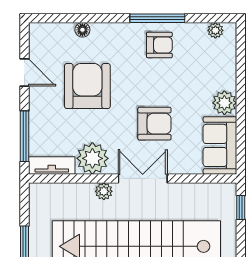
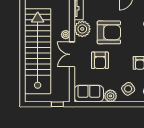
side table: (211, 68) -> (128, 89), added
armchair: (87, 86) -> (109, 32), moved
double door: (143, 178) -> (72, 54), swing flipped

